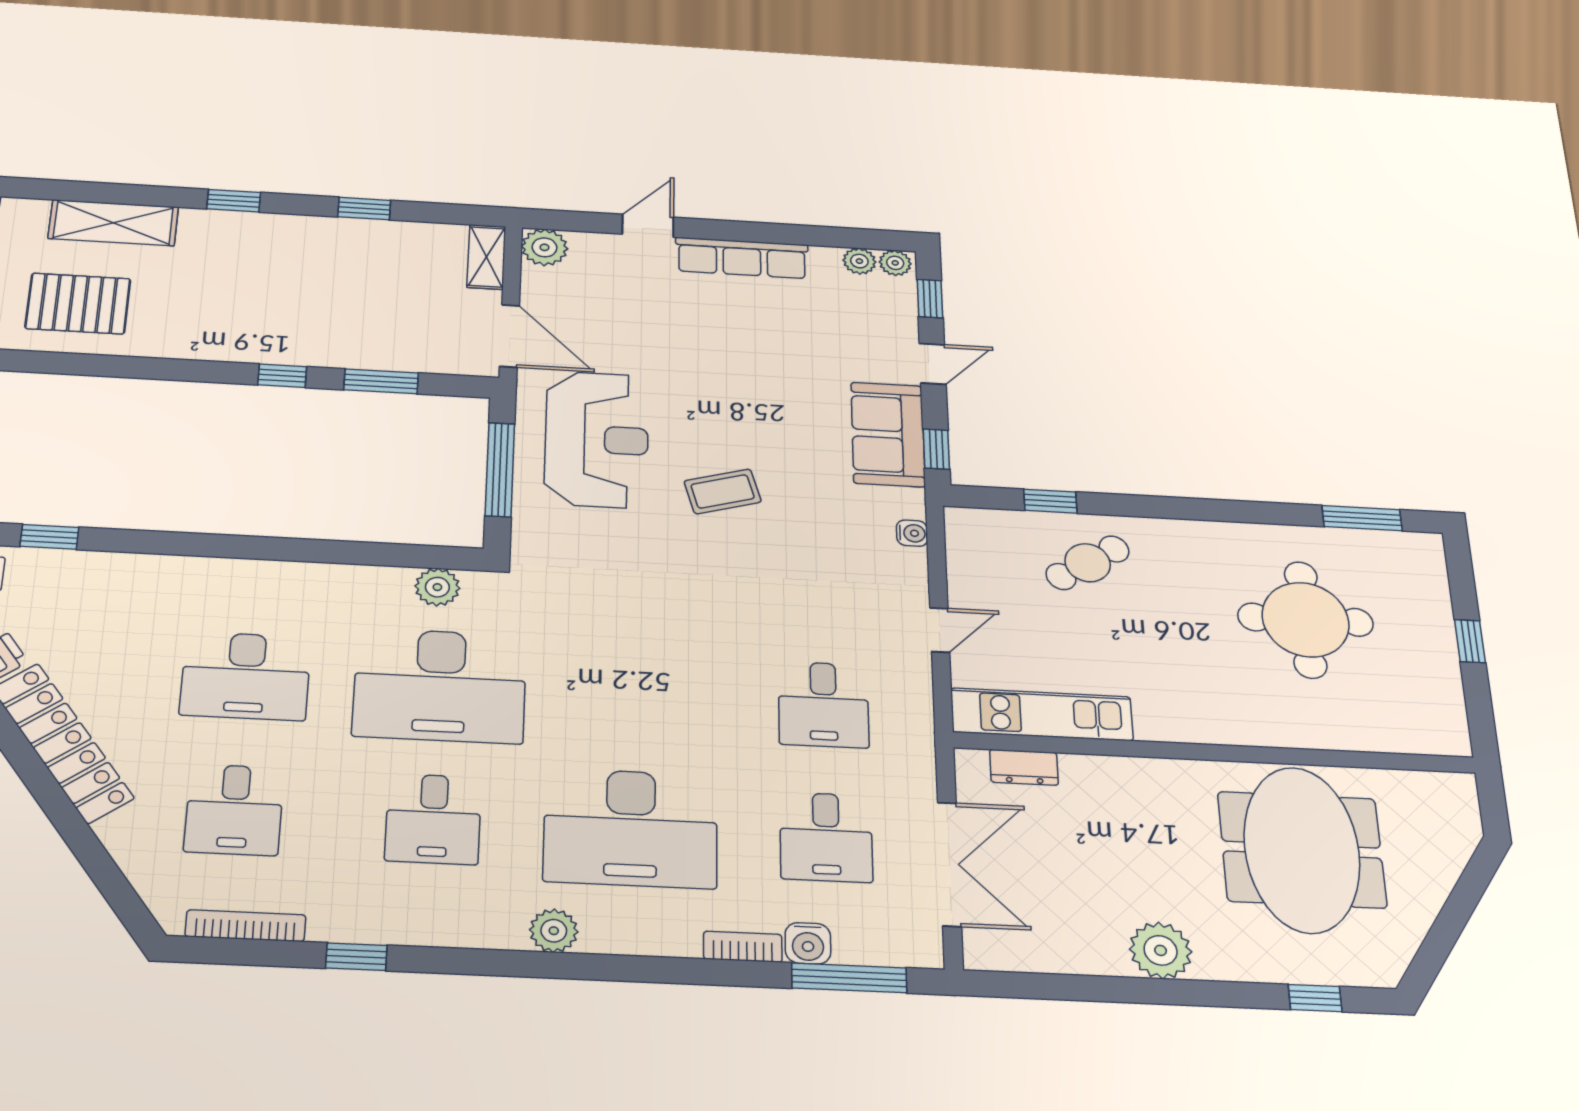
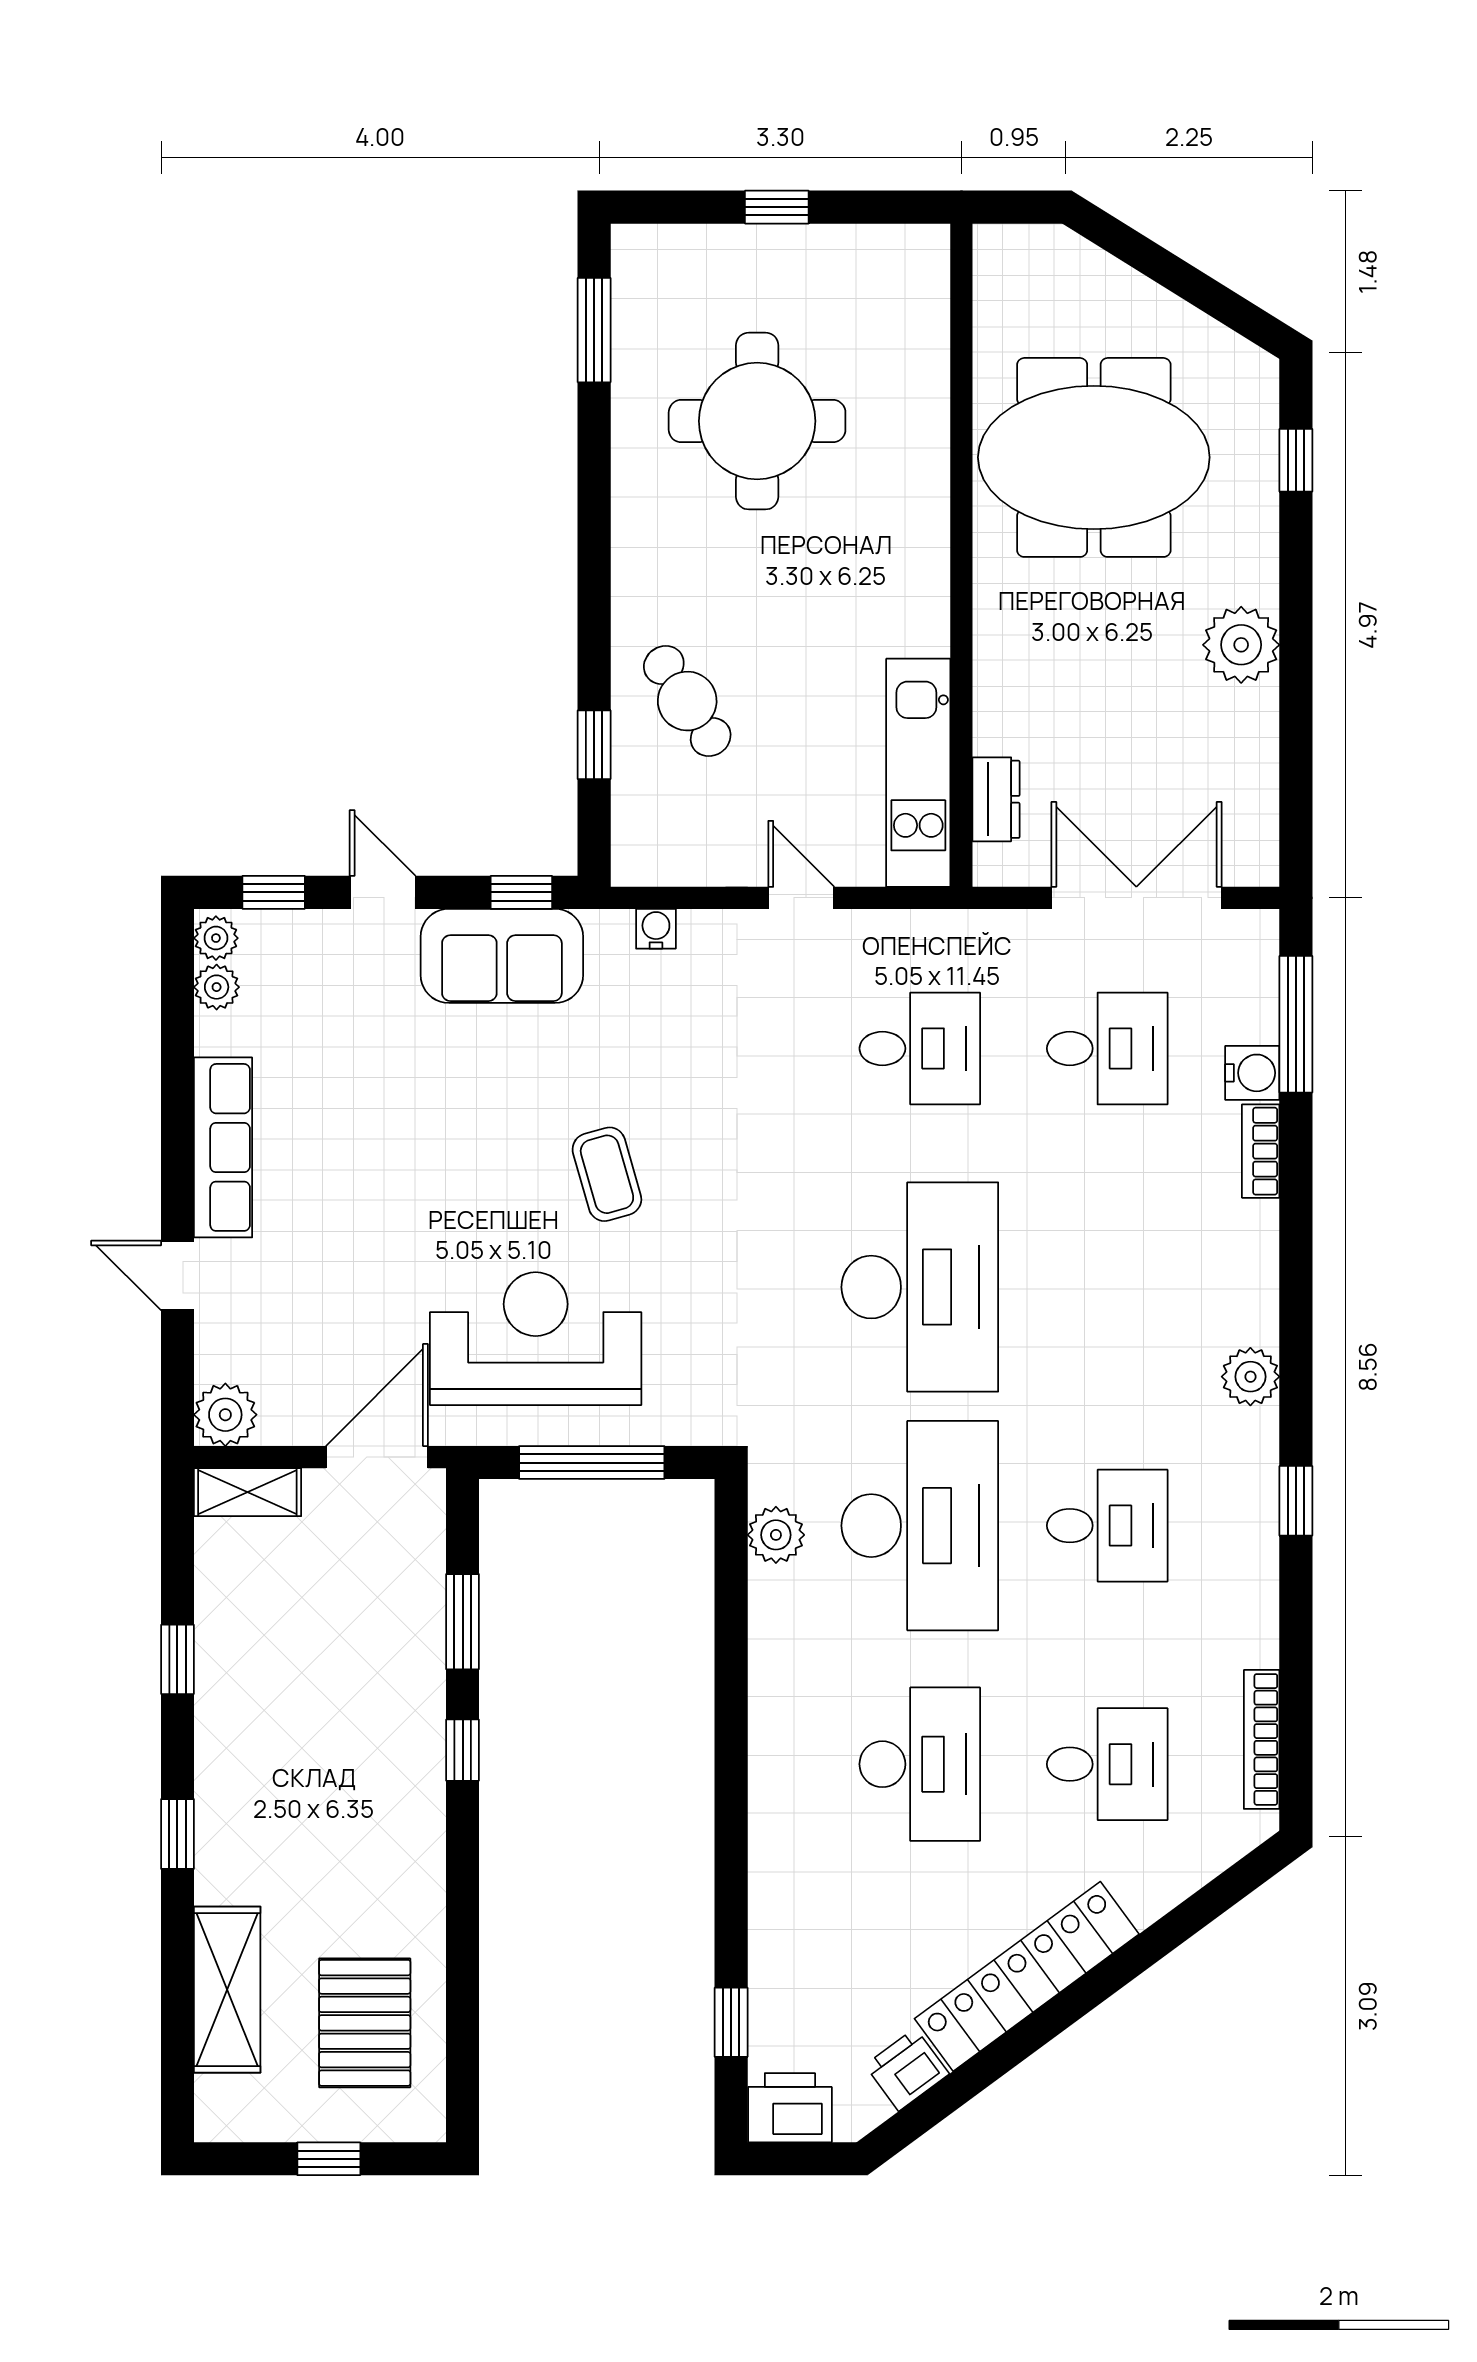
desk: (631, 828) -> (920, 1287), moved
window: (356, 957) -> (1296, 1501), moved

